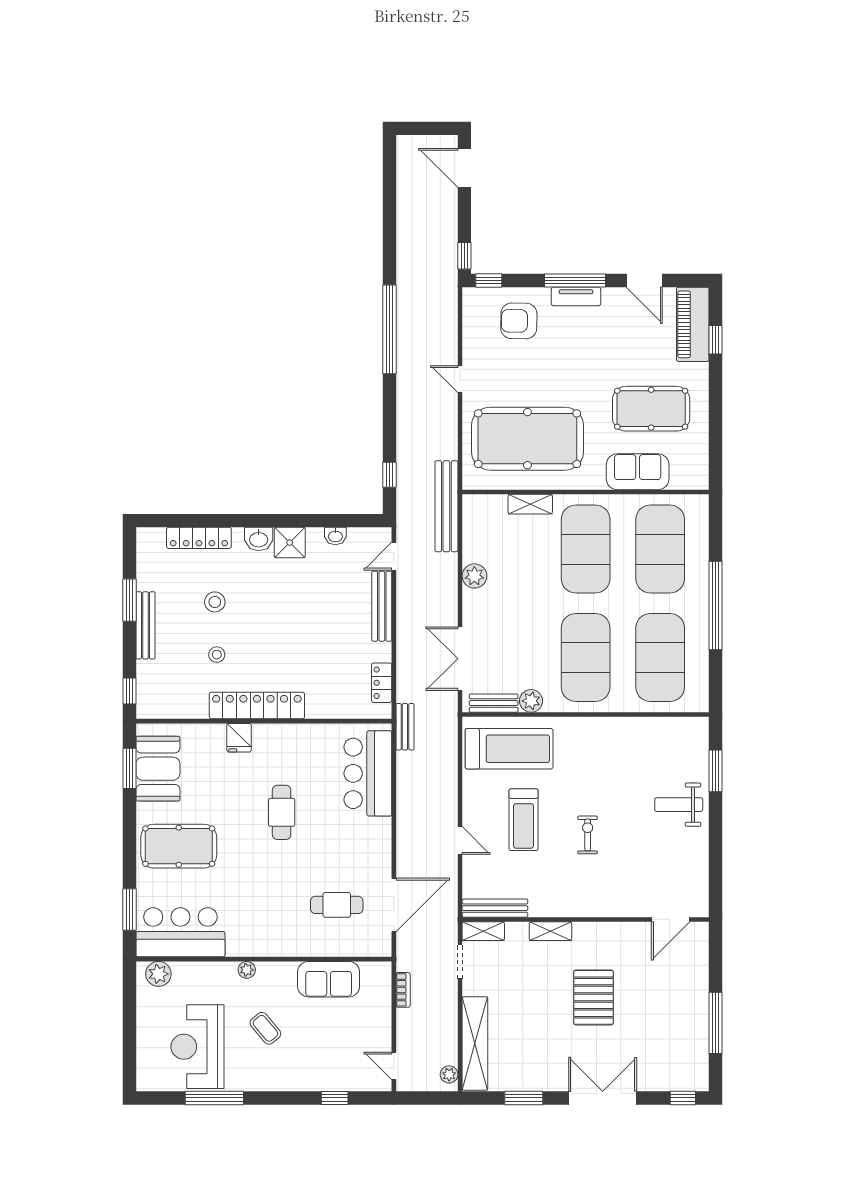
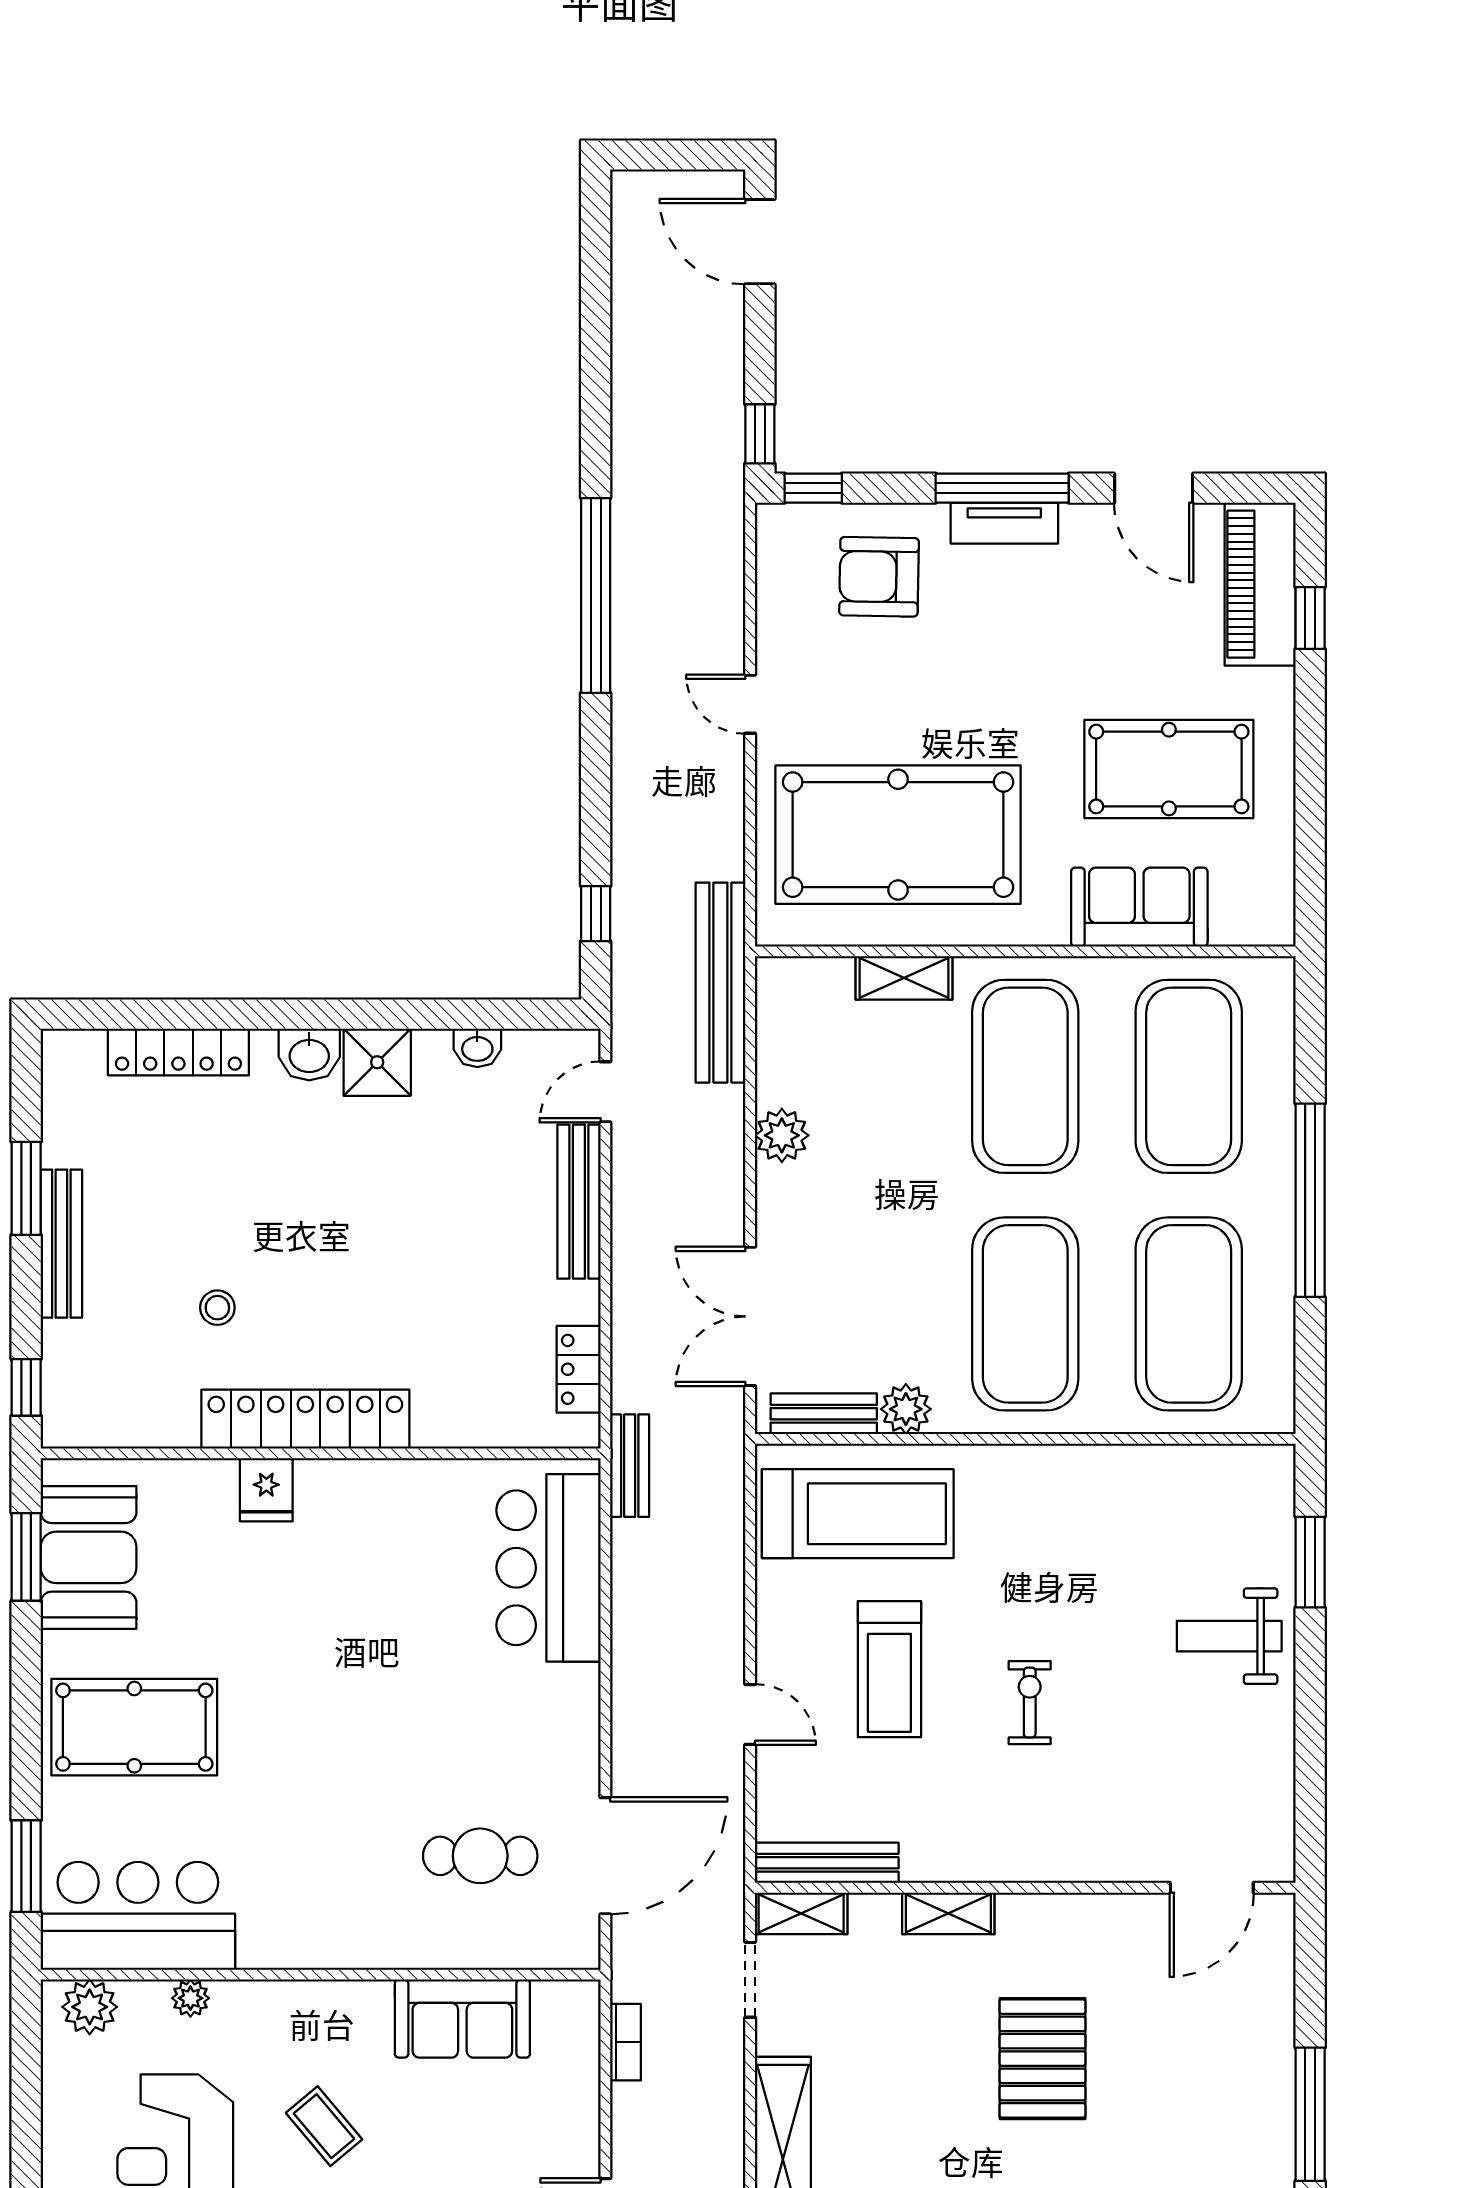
stool: (215, 602) -> (213, 1192), removed
cafe table: (282, 812) -> (360, 1653), removed
plant: (247, 970) -> (190, 1998), moved

